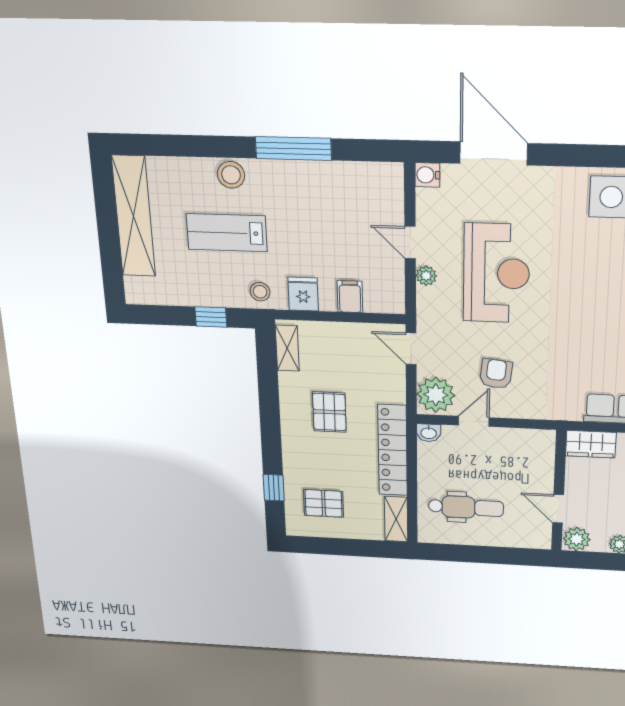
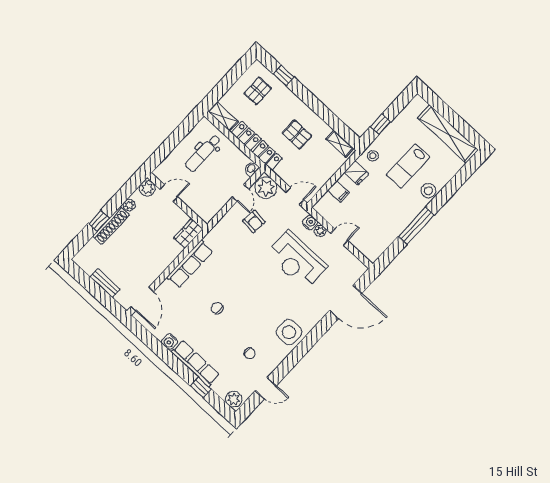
water cooler: (427, 175) -> (310, 223), moved
lab bench: (227, 233) -> (408, 166), turned 180

